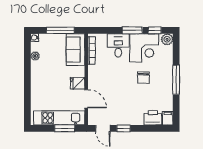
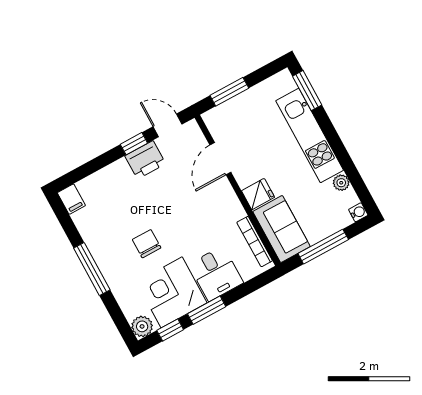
fridge: (78, 83) -> (258, 194), moved
door: (86, 99) -> (220, 159), hinge flipped
window: (27, 109) -> (307, 91), added
kitchen unit: (59, 118) -> (310, 136), moved, turned 90
printer: (153, 118) -> (145, 160), moved

